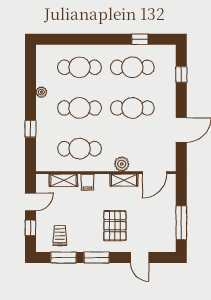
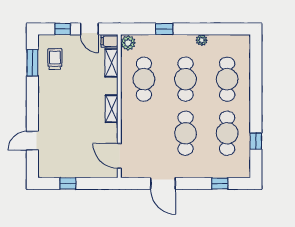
plant: (122, 164) -> (128, 43), moved
shelving: (124, 180) -> (112, 109), moved
filing cabinet: (87, 182) -> (110, 41), moved
window: (181, 223) -> (68, 183), width x0.46
pallet: (115, 226) -> (65, 115), removed
trolley: (60, 235) -> (55, 59), turned -90
window: (97, 257) -> (32, 97), removed

